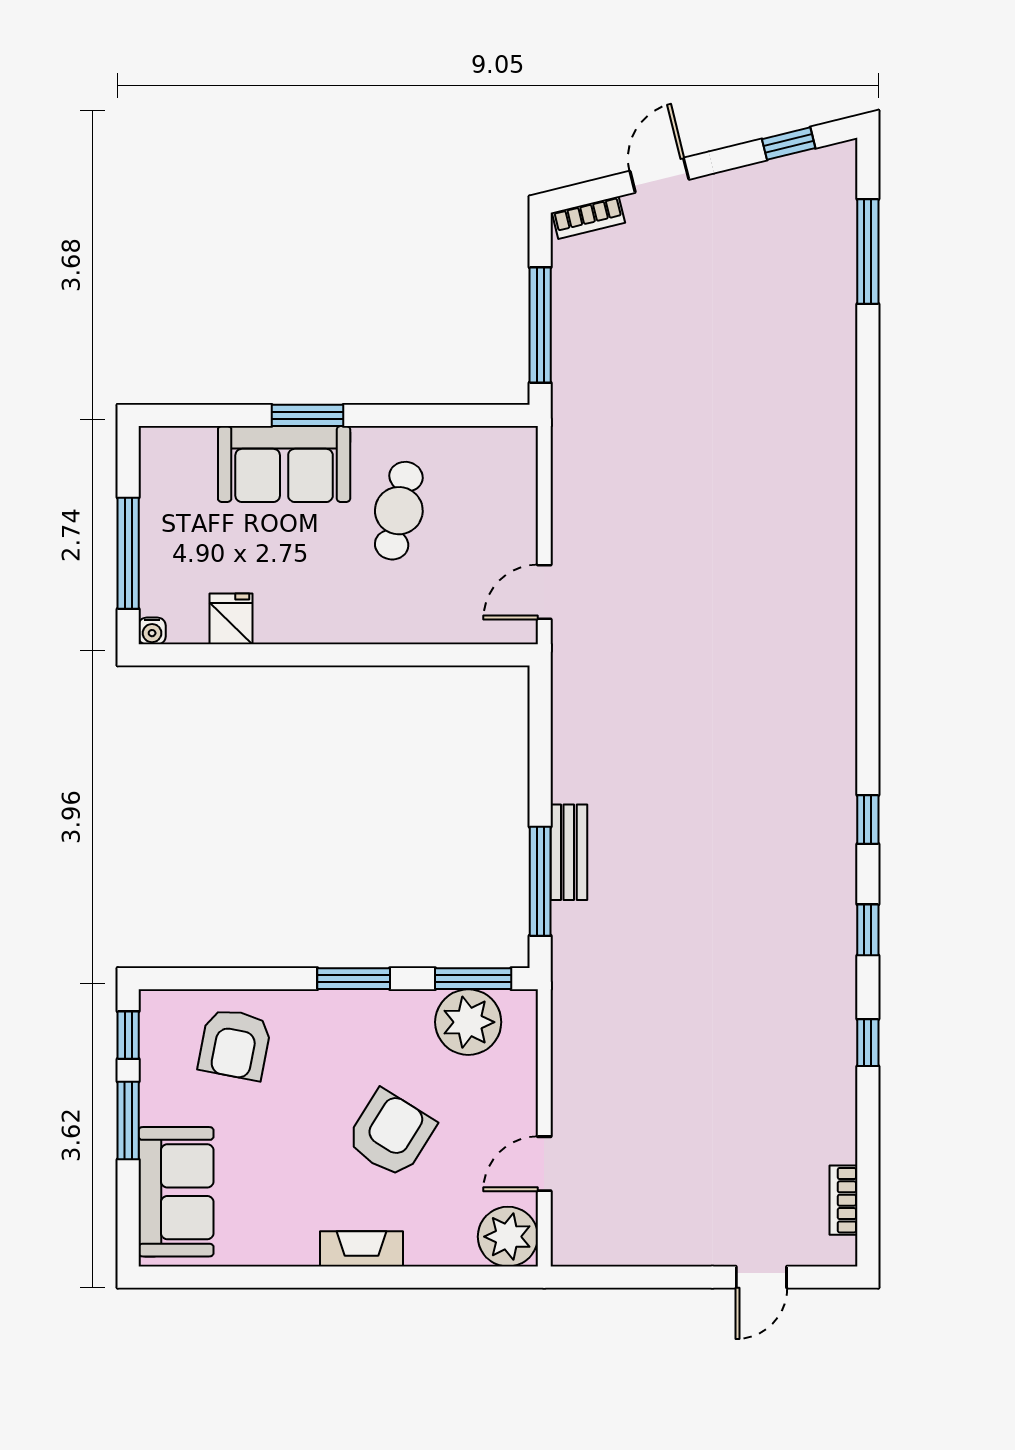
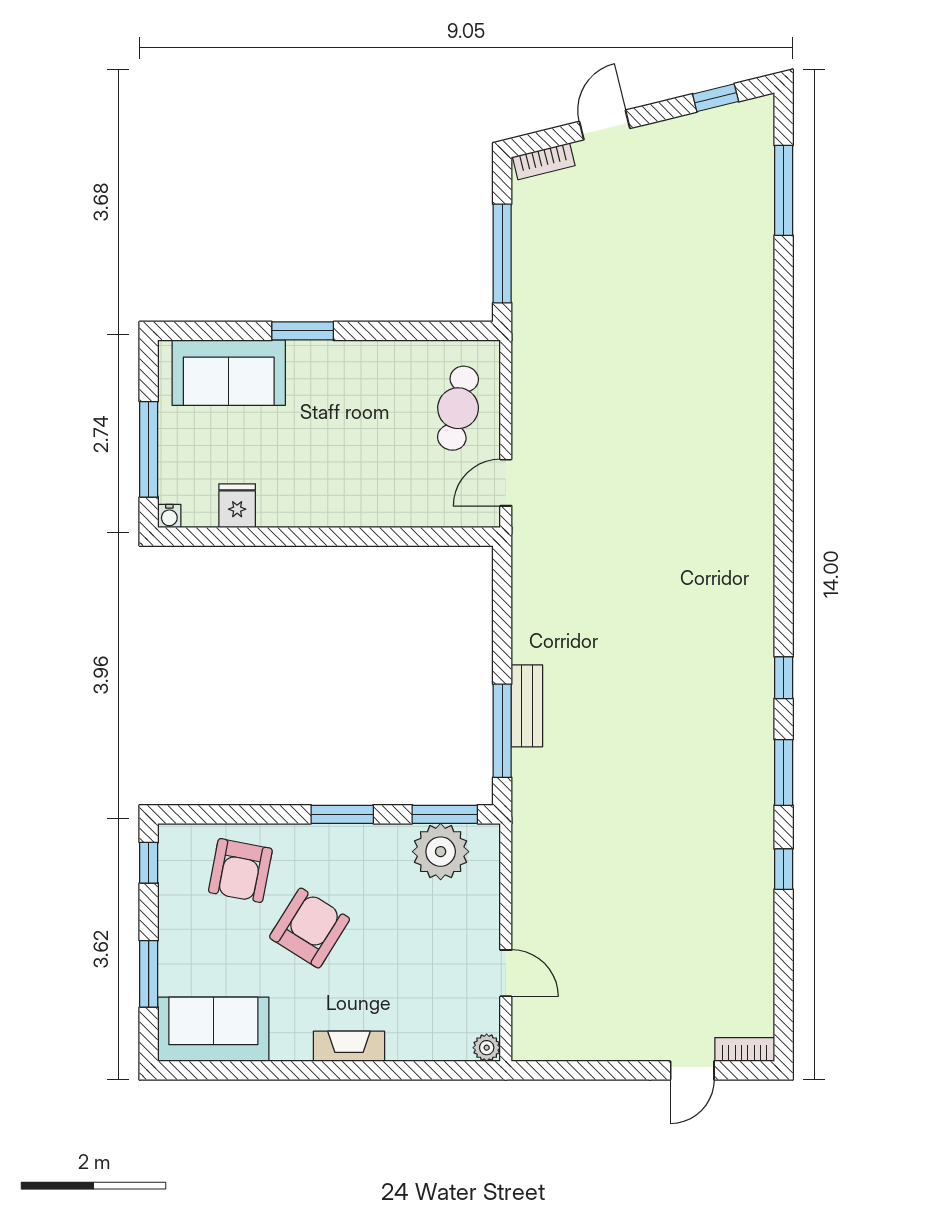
sofa: (284, 464) -> (229, 373), moved
cafe table: (399, 511) -> (458, 408), moved
window: (868, 930) -> (784, 772), width x1.50
window: (128, 1121) -> (149, 974), moved
armchair: (391, 1134) -> (310, 928), moved
door: (544, 1164) -> (506, 973), swing flipped
sofa: (176, 1192) -> (213, 1029), moved, turned -90
bookcase: (844, 1200) -> (745, 1049), moved, turned 90
plant: (508, 1237) -> (487, 1048), width x0.53, depth x0.53

